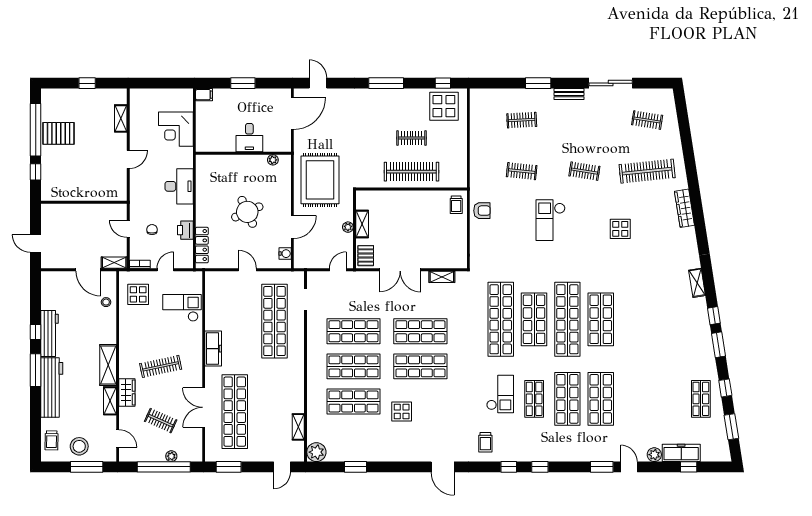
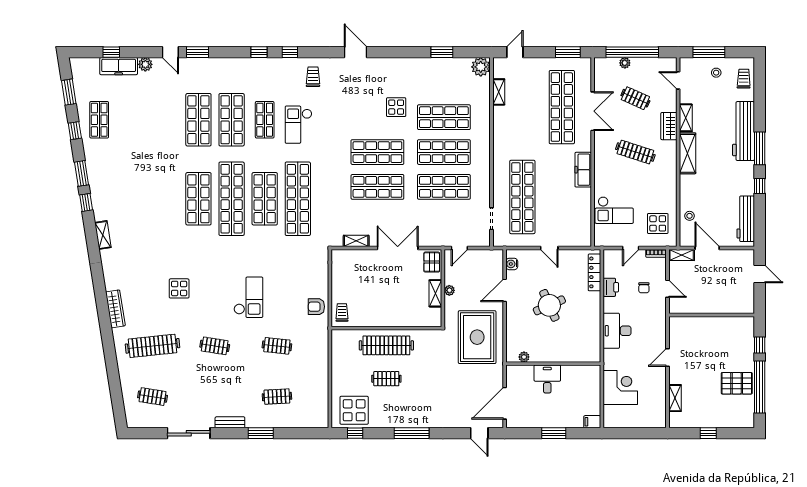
workbench: (50, 334) -> (746, 219), moved
clothes rail: (161, 366) -> (635, 152), turned 30
stool: (79, 446) -> (716, 73), width x0.53, depth x0.53

